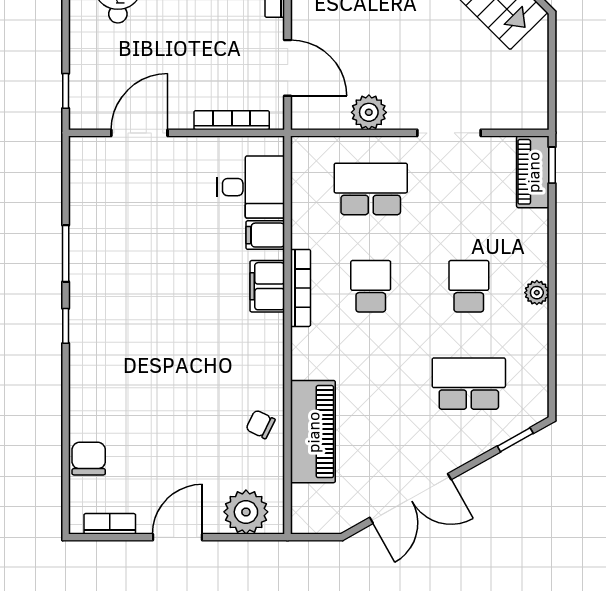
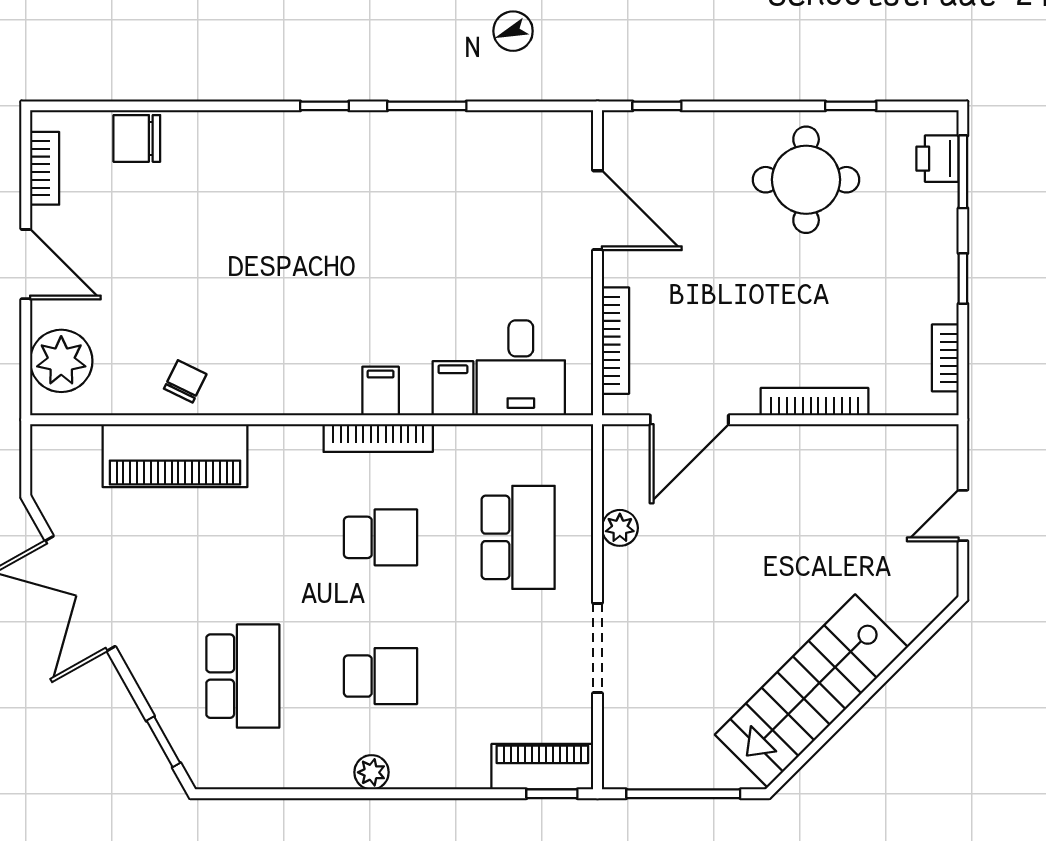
window: (552, 72) -> (683, 794), added
plant: (369, 112) -> (620, 528), width x0.73, depth x0.73
filing cabinet: (267, 286) -> (381, 391), width x0.50
chair: (89, 459) -> (137, 138), turned 180

